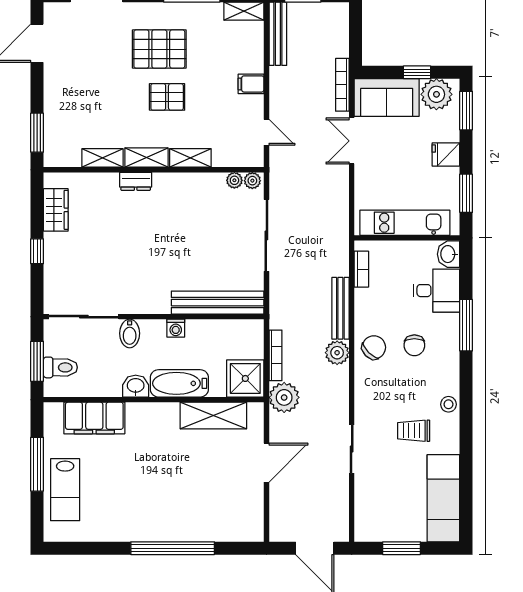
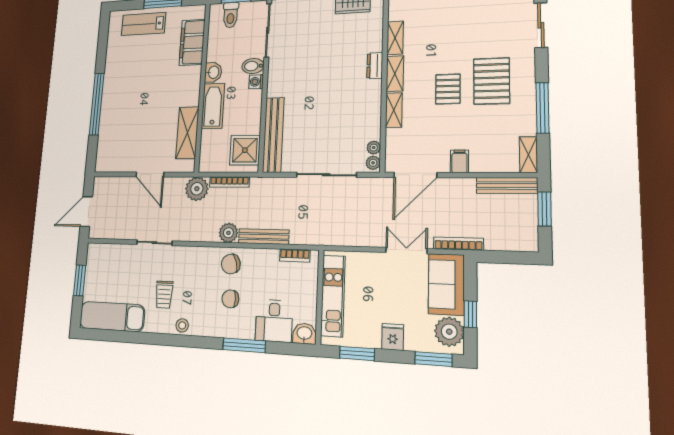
door: (266, 132) -> (415, 175), width x1.88
washing machine: (176, 328) -> (256, 82), moved
chair: (374, 347) -> (231, 264), turned 120
shower: (245, 378) -> (245, 150), moved
trolley: (414, 431) -> (164, 295), turned 180

